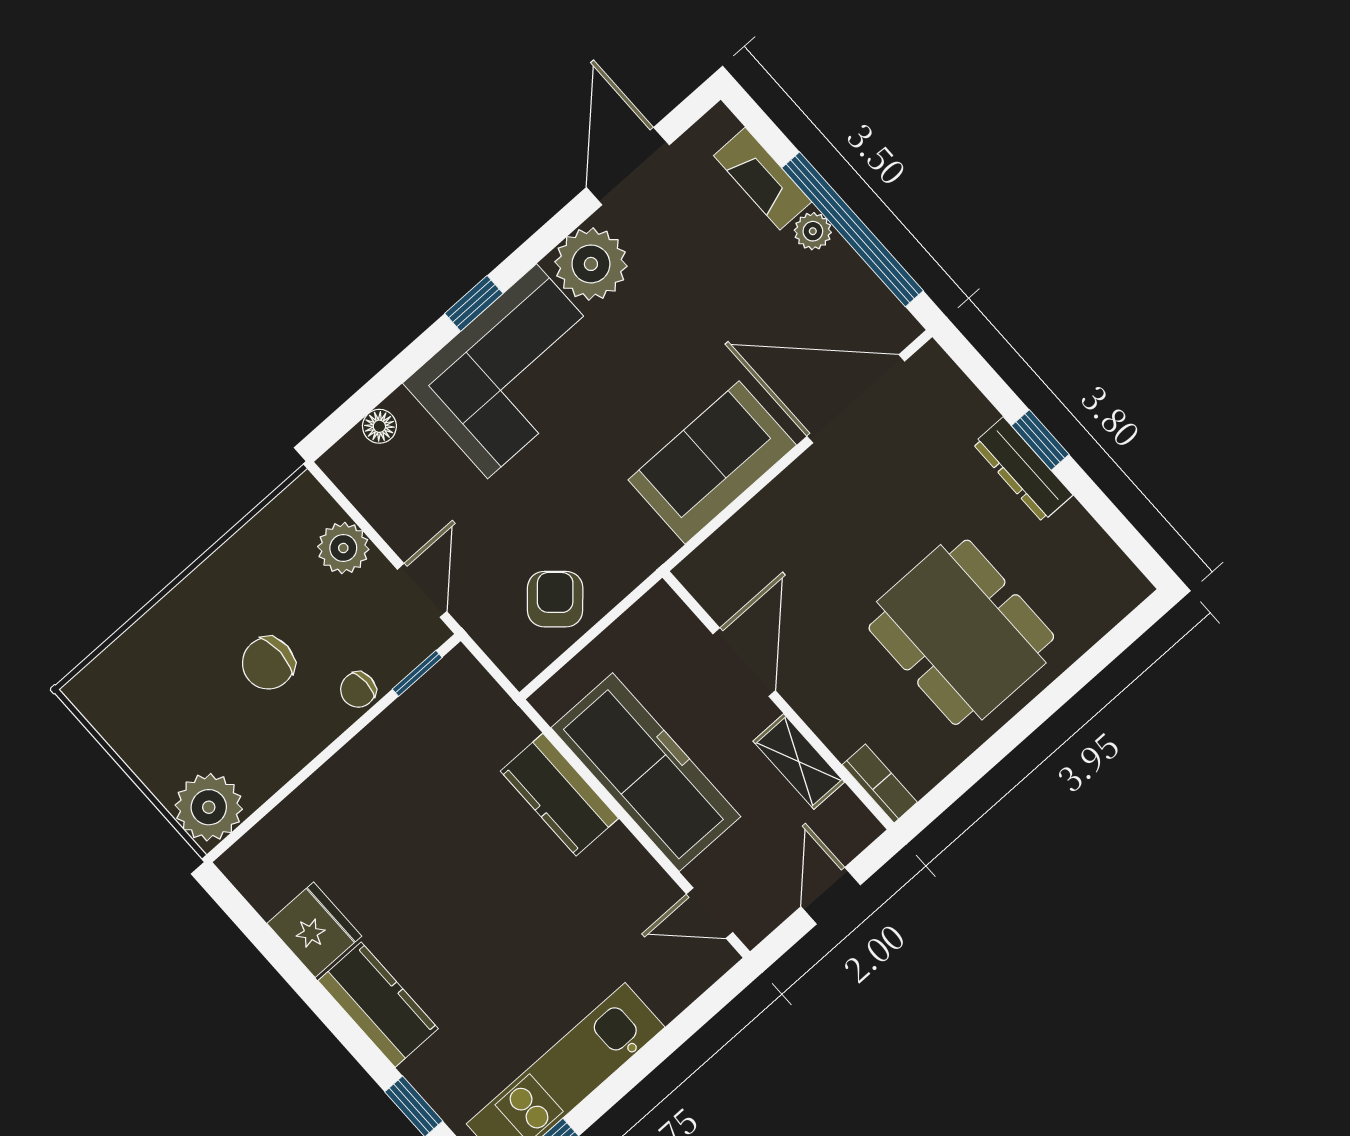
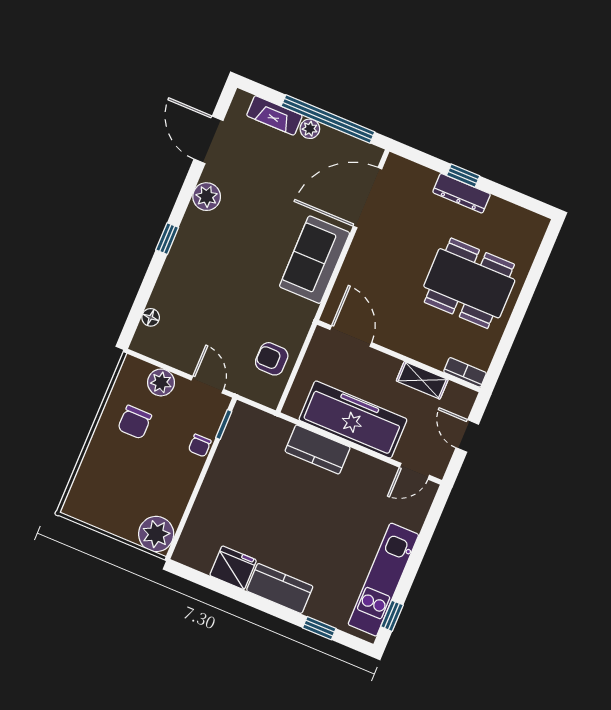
plant: (591, 264) -> (207, 197), width x0.73, depth x0.73
corner sofa: (512, 371) -> (200, 262), removed
armchair: (555, 599) -> (272, 359), turned -42
door: (744, 662) -> (351, 336), moved
chair: (268, 663) -> (135, 422), moved

